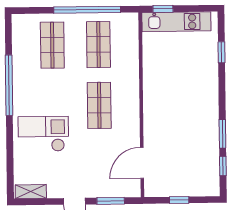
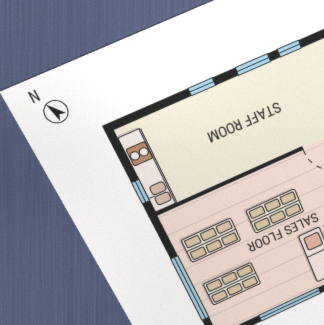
window: (87, 10) -> (190, 289), moved
window: (221, 52) -> (202, 87), moved

